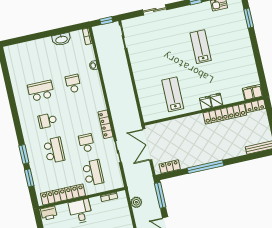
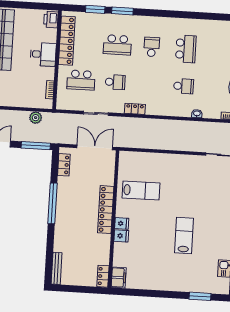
lab bench: (201, 47) -> (184, 235), turned -90
locker: (225, 114) -> (106, 210), moved
locker: (106, 124) -> (135, 109), width x0.66

